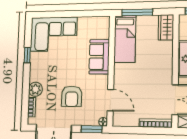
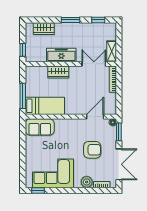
wardrobe: (166, 27) -> (58, 72), moved
corner sofa: (54, 34) -> (53, 173), moved, turned -90
window: (27, 55) -> (38, 191), moved
sofa: (99, 57) -> (40, 127), moved

